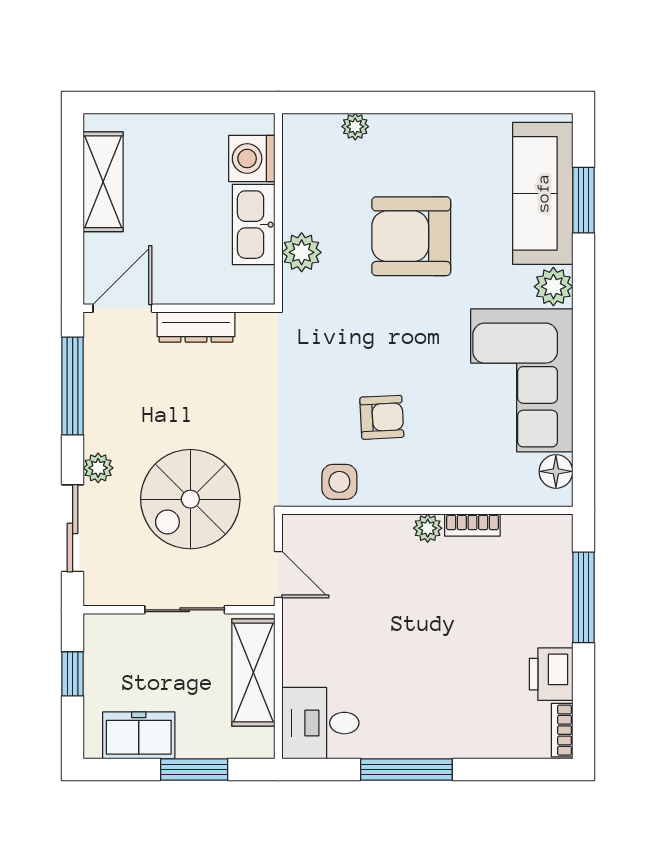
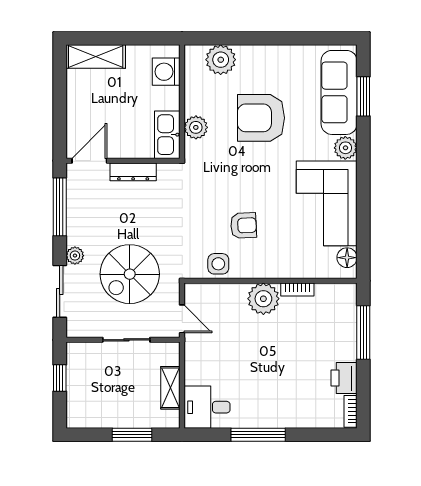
plant: (355, 127) -> (221, 60), width x1.88, depth x1.88
shelving: (103, 182) -> (96, 57), moved, turned 90
kitchen sink: (254, 225) -> (167, 135), moved
plant: (428, 528) -> (263, 299), width x1.87, depth x1.87
shelving: (253, 672) -> (170, 388), width x0.67, depth x0.75
freezer: (139, 735) -> (99, 414), removed

